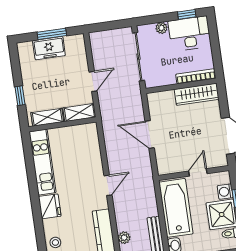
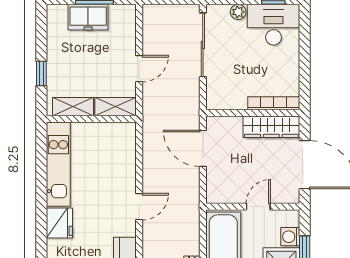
bookcase: (196, 76) -> (274, 103), moved
wall: (181, 86) -> (253, 113), moved
wardrobe: (197, 94) -> (271, 127), moved

